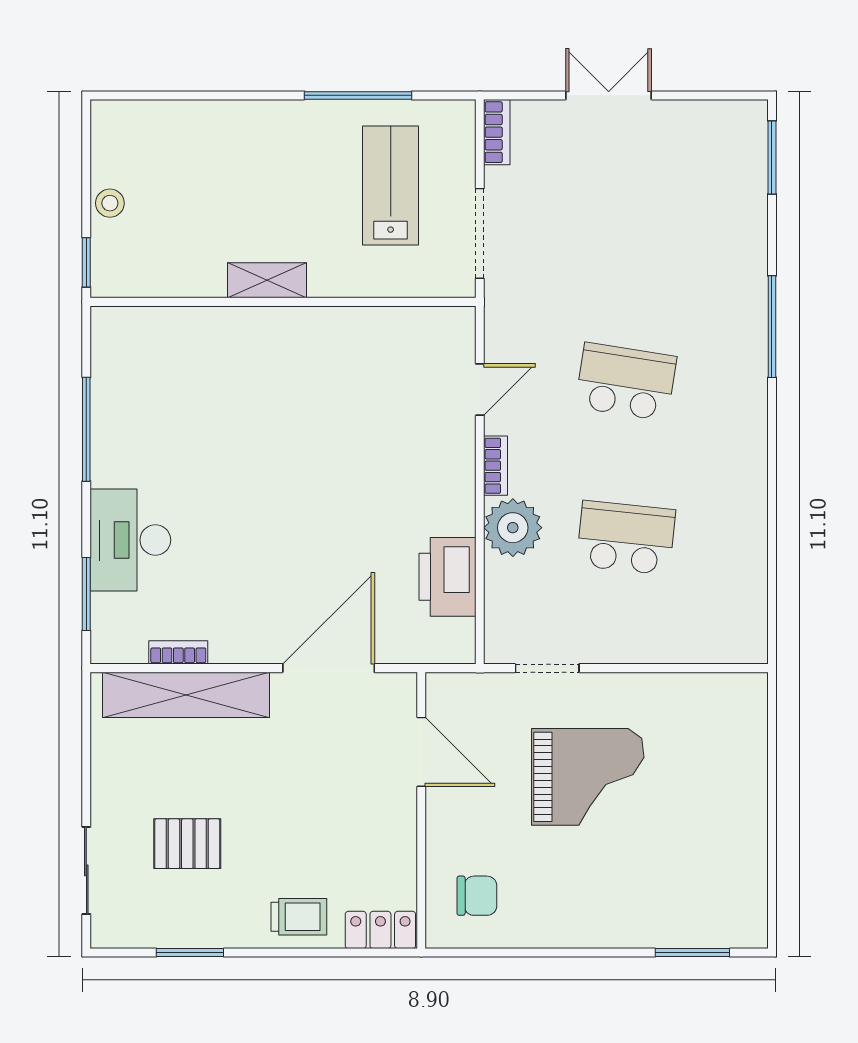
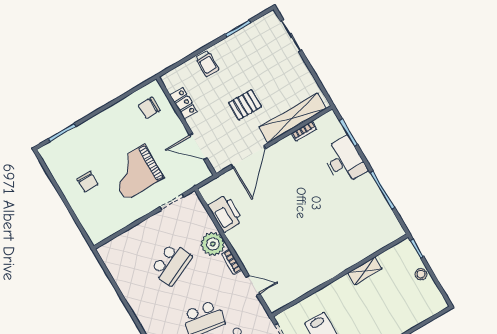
shelving: (267, 280) -> (365, 271), moved
door: (480, 390) -> (253, 285), swing flipped
school desk: (626, 538) -> (171, 264), turned -30
chair: (700, 816) -> (87, 182), added
pallet: (187, 844) -> (245, 105), moved
trolley: (299, 917) -> (207, 64), turned -90
locker: (380, 930) -> (184, 103), moved, turned -90

